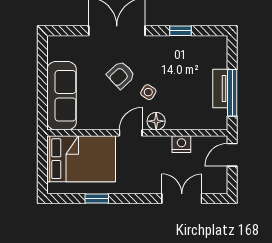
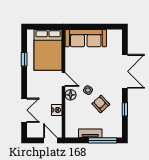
armchair: (121, 75) -> (101, 104), moved
window: (232, 93) -> (103, 140), moved

